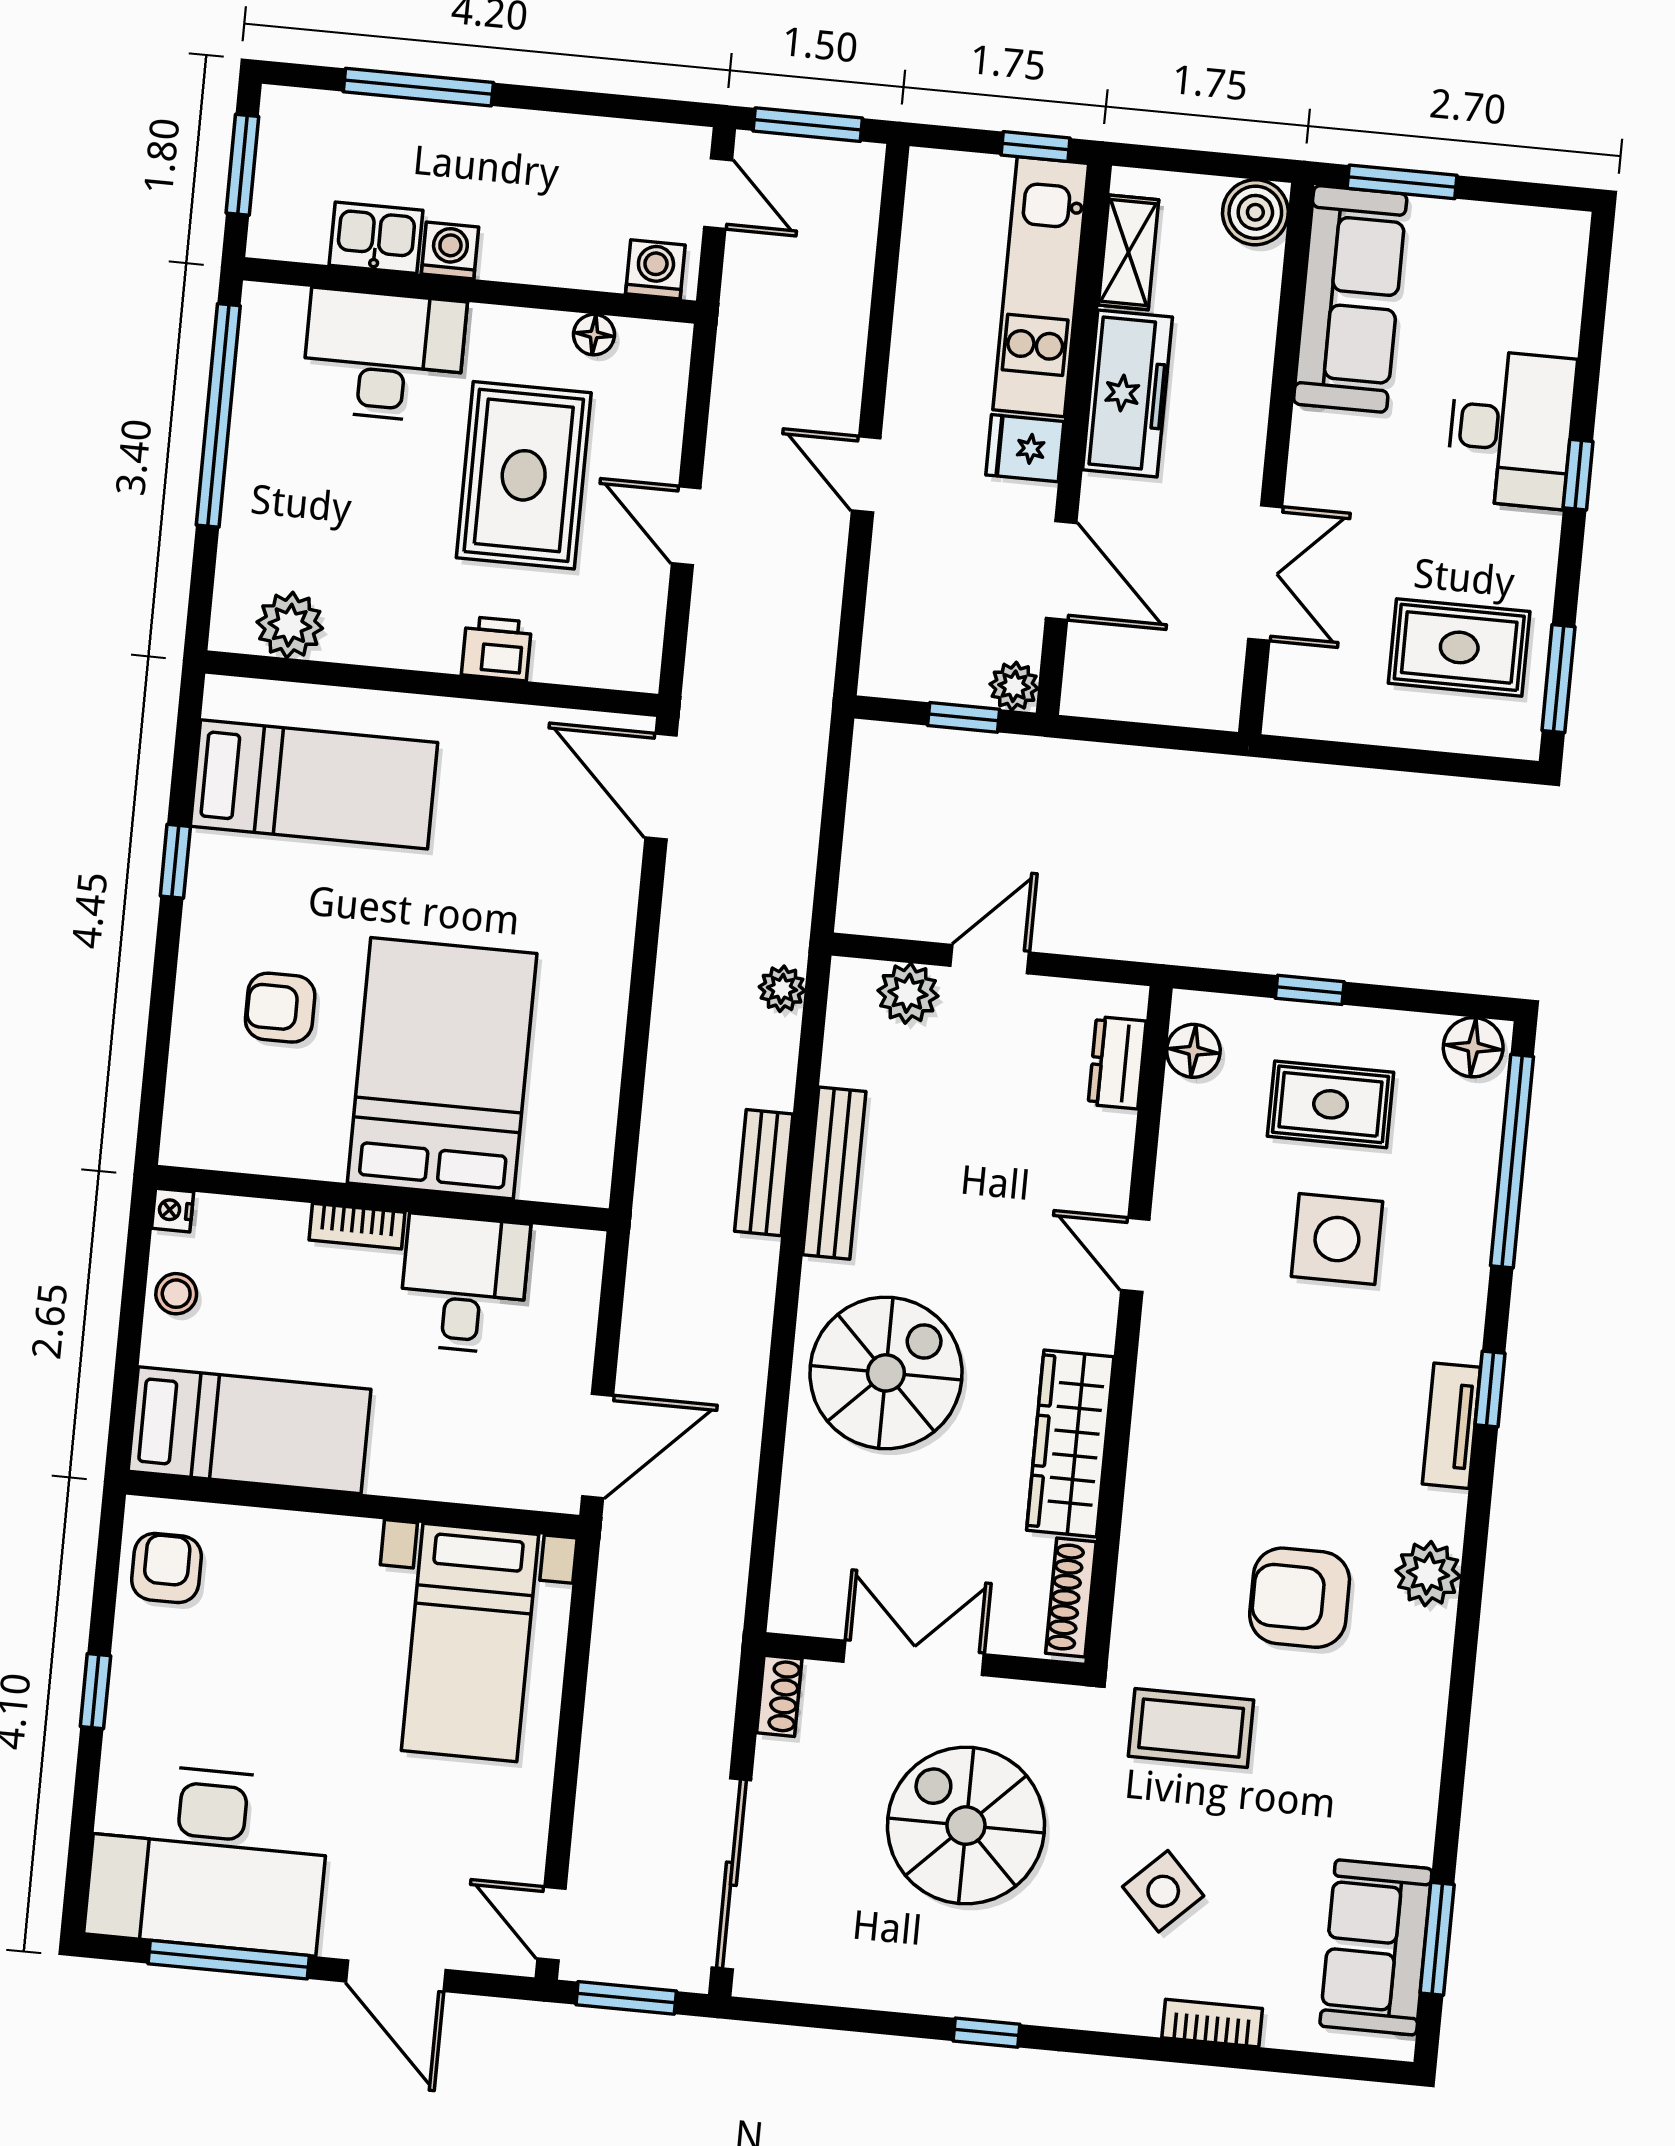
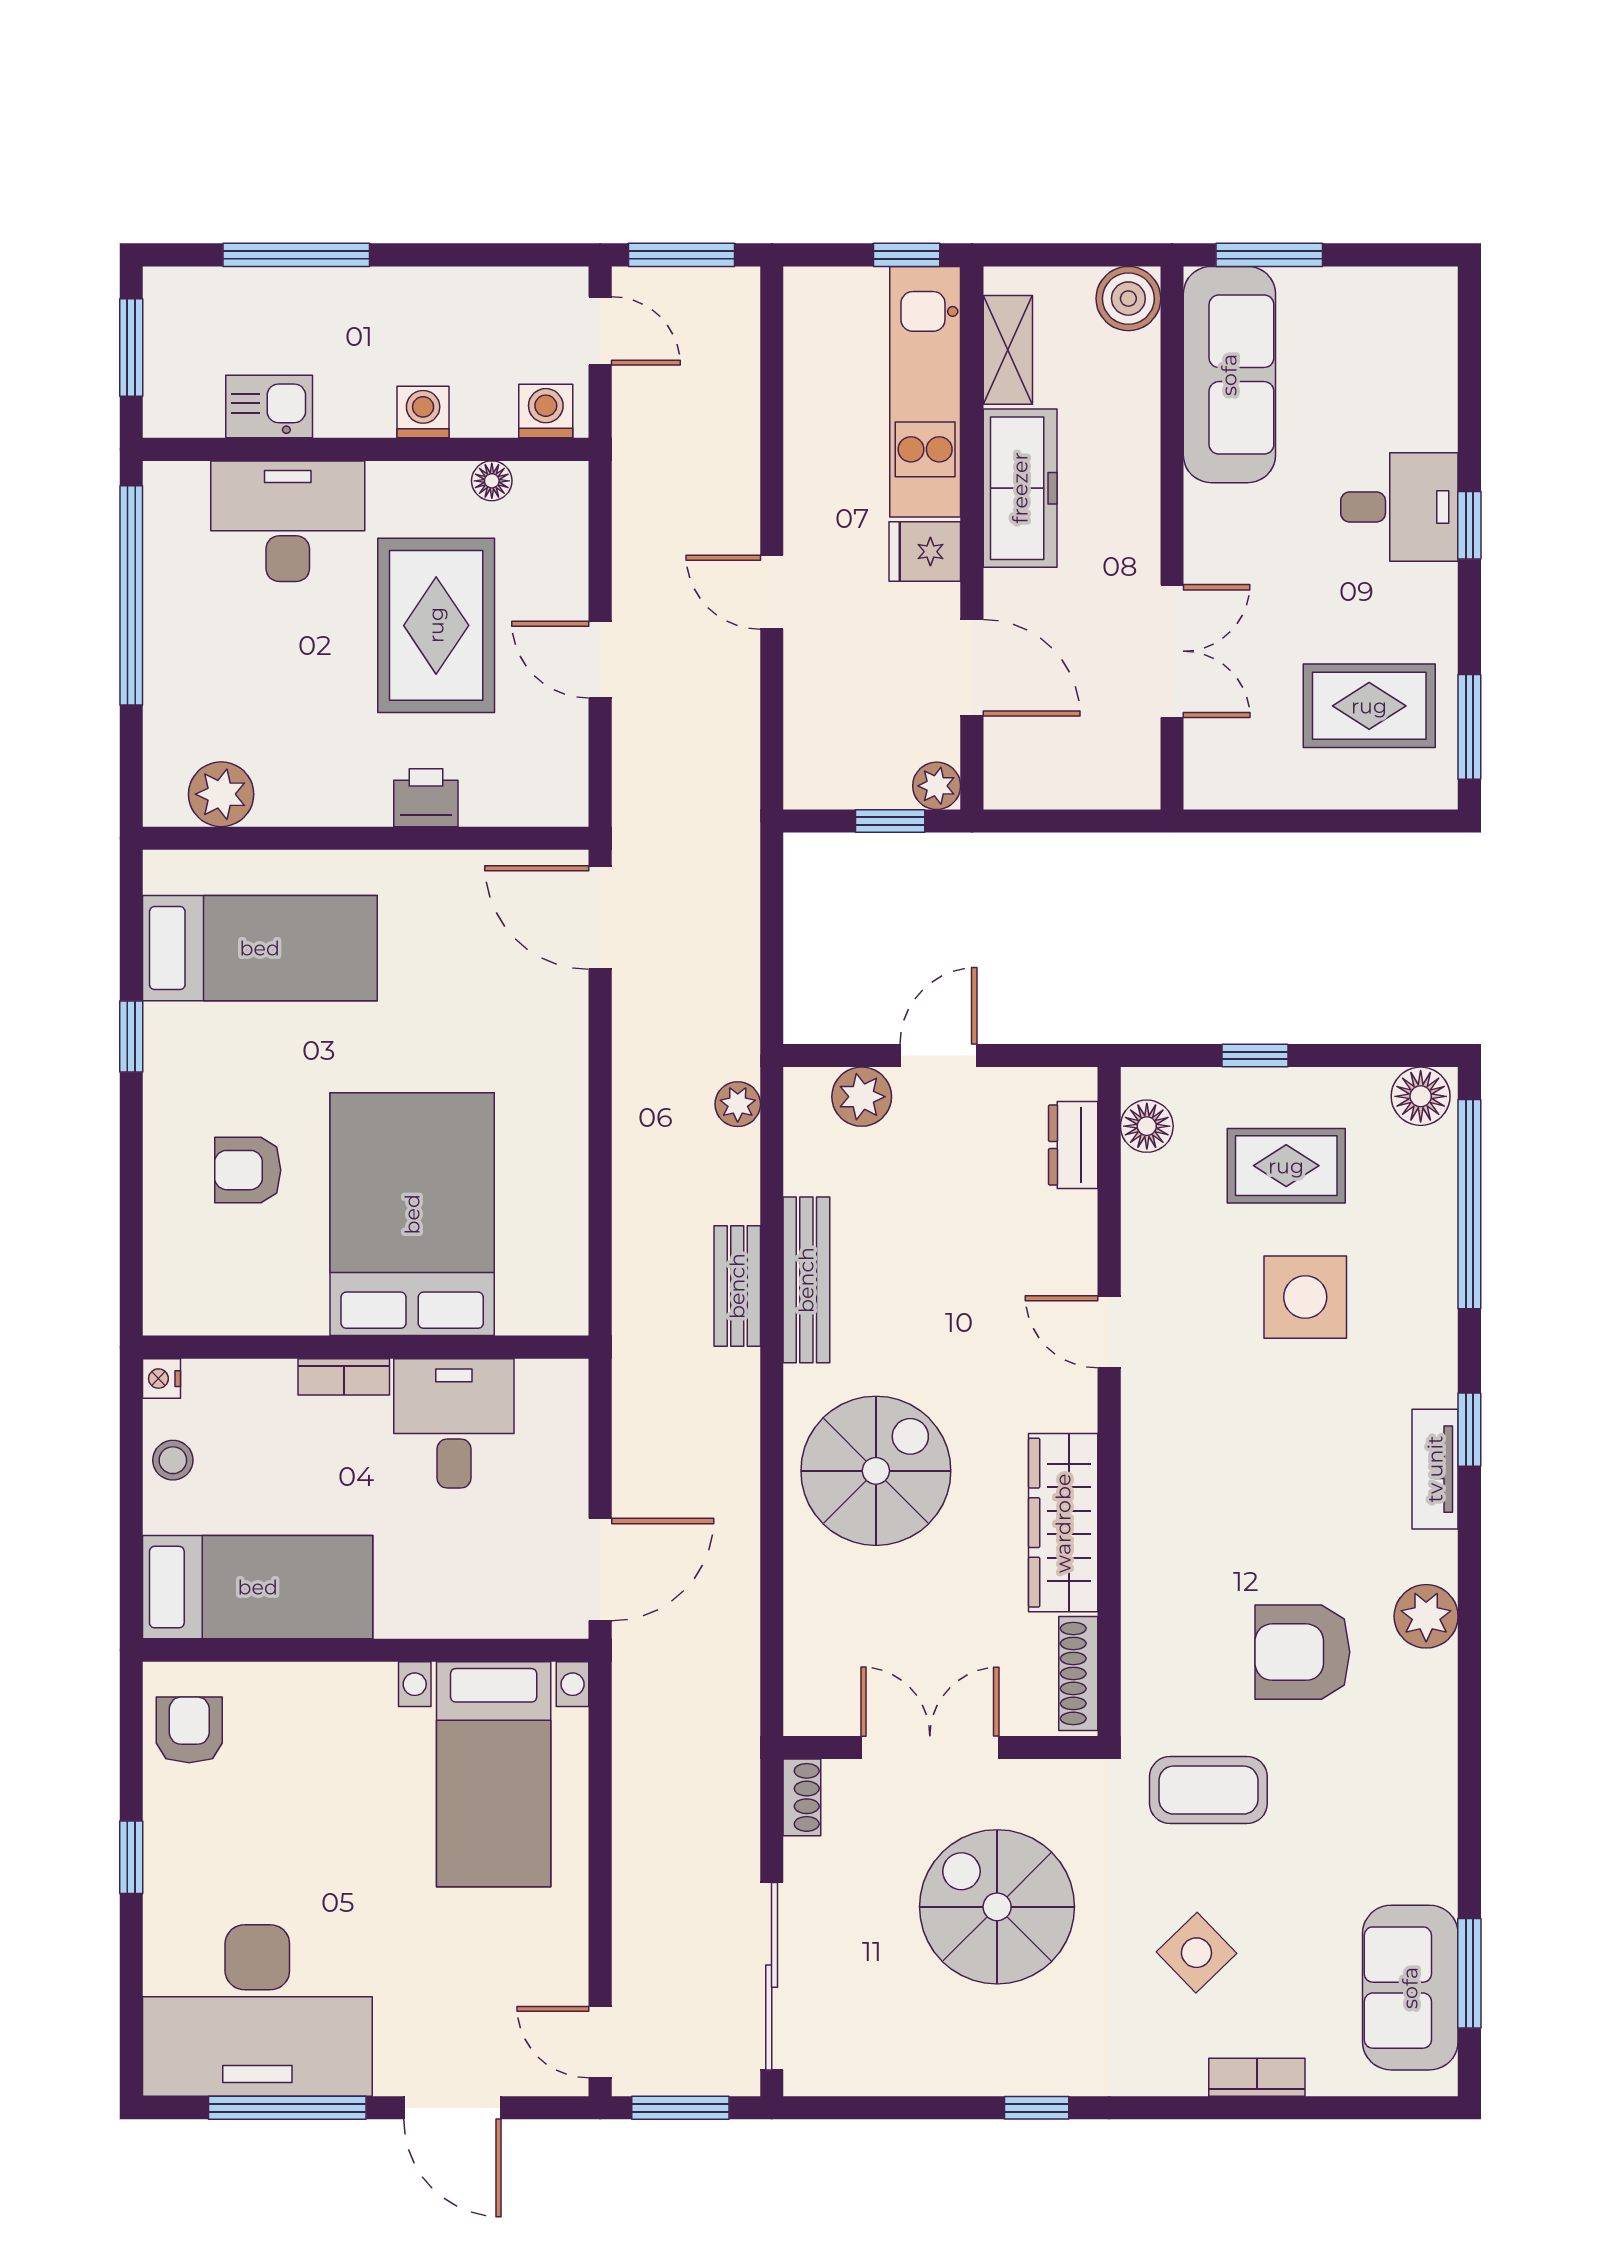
washing machine: (450, 251) -> (423, 412), moved
desk: (1511, 429) -> (1399, 507), width x0.73

